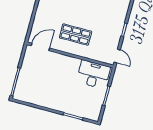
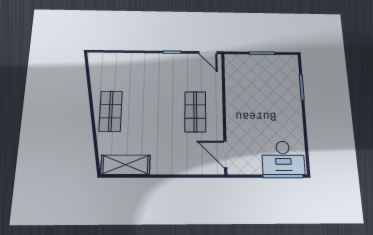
door: (117, 56) -> (208, 53), swing flipped
desk: (93, 74) -> (283, 158), moved, turned -90

